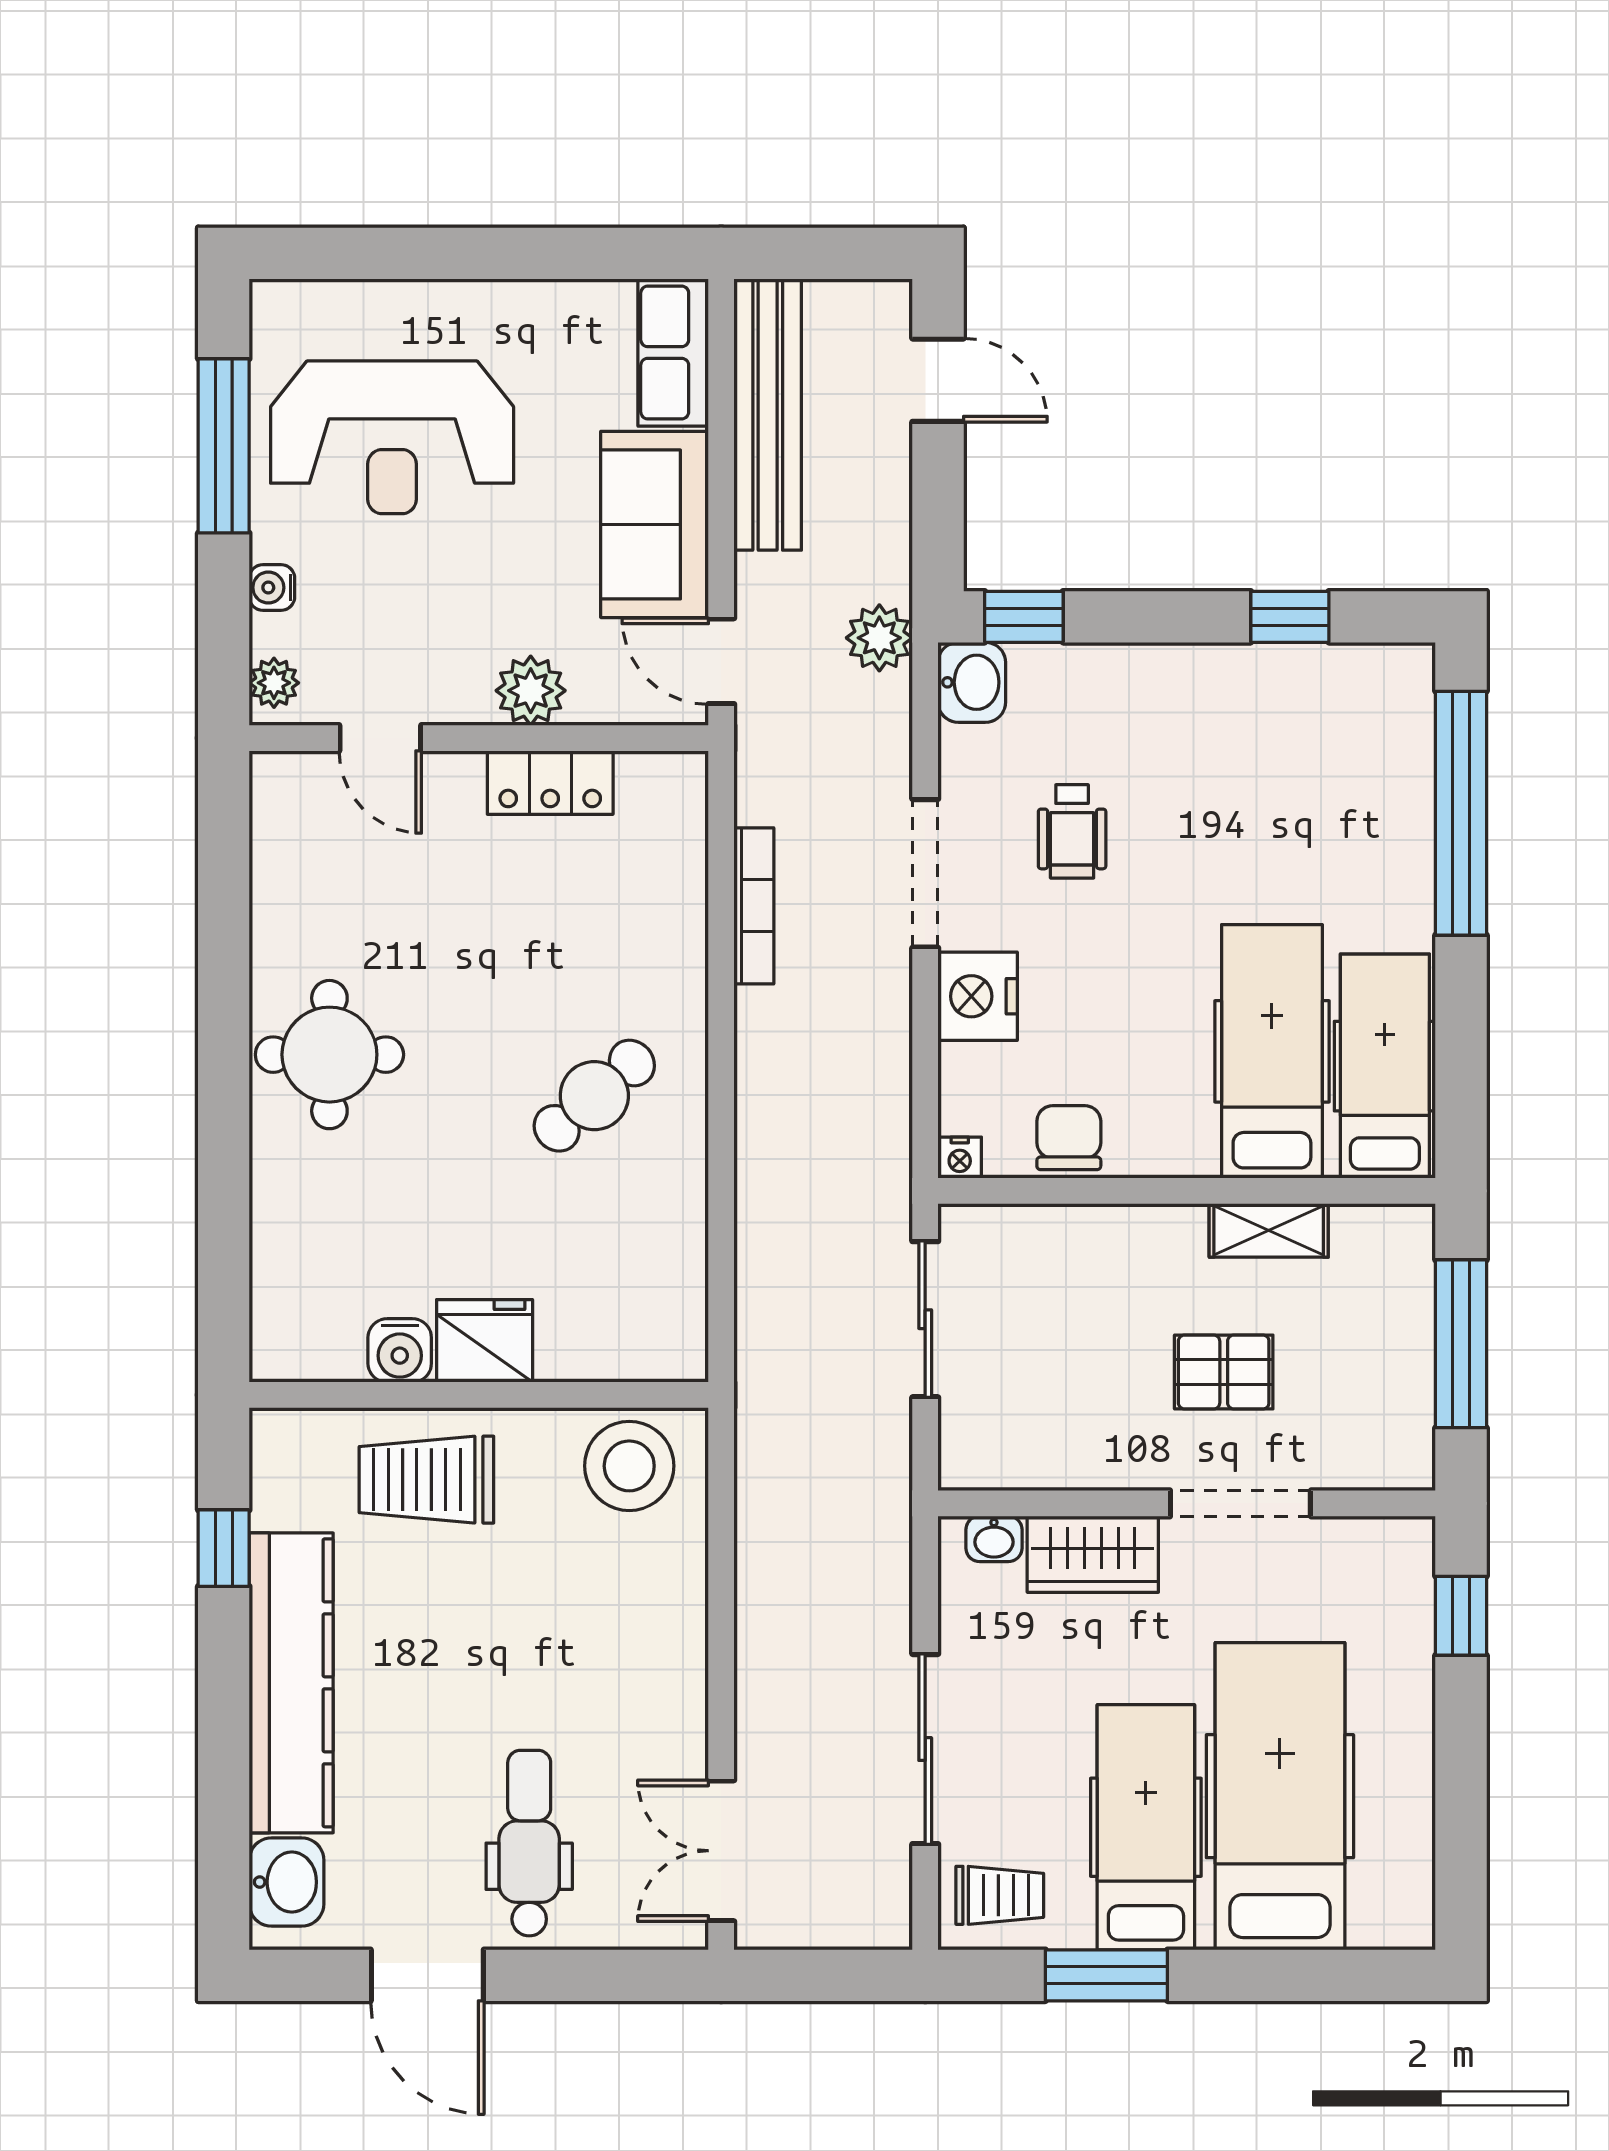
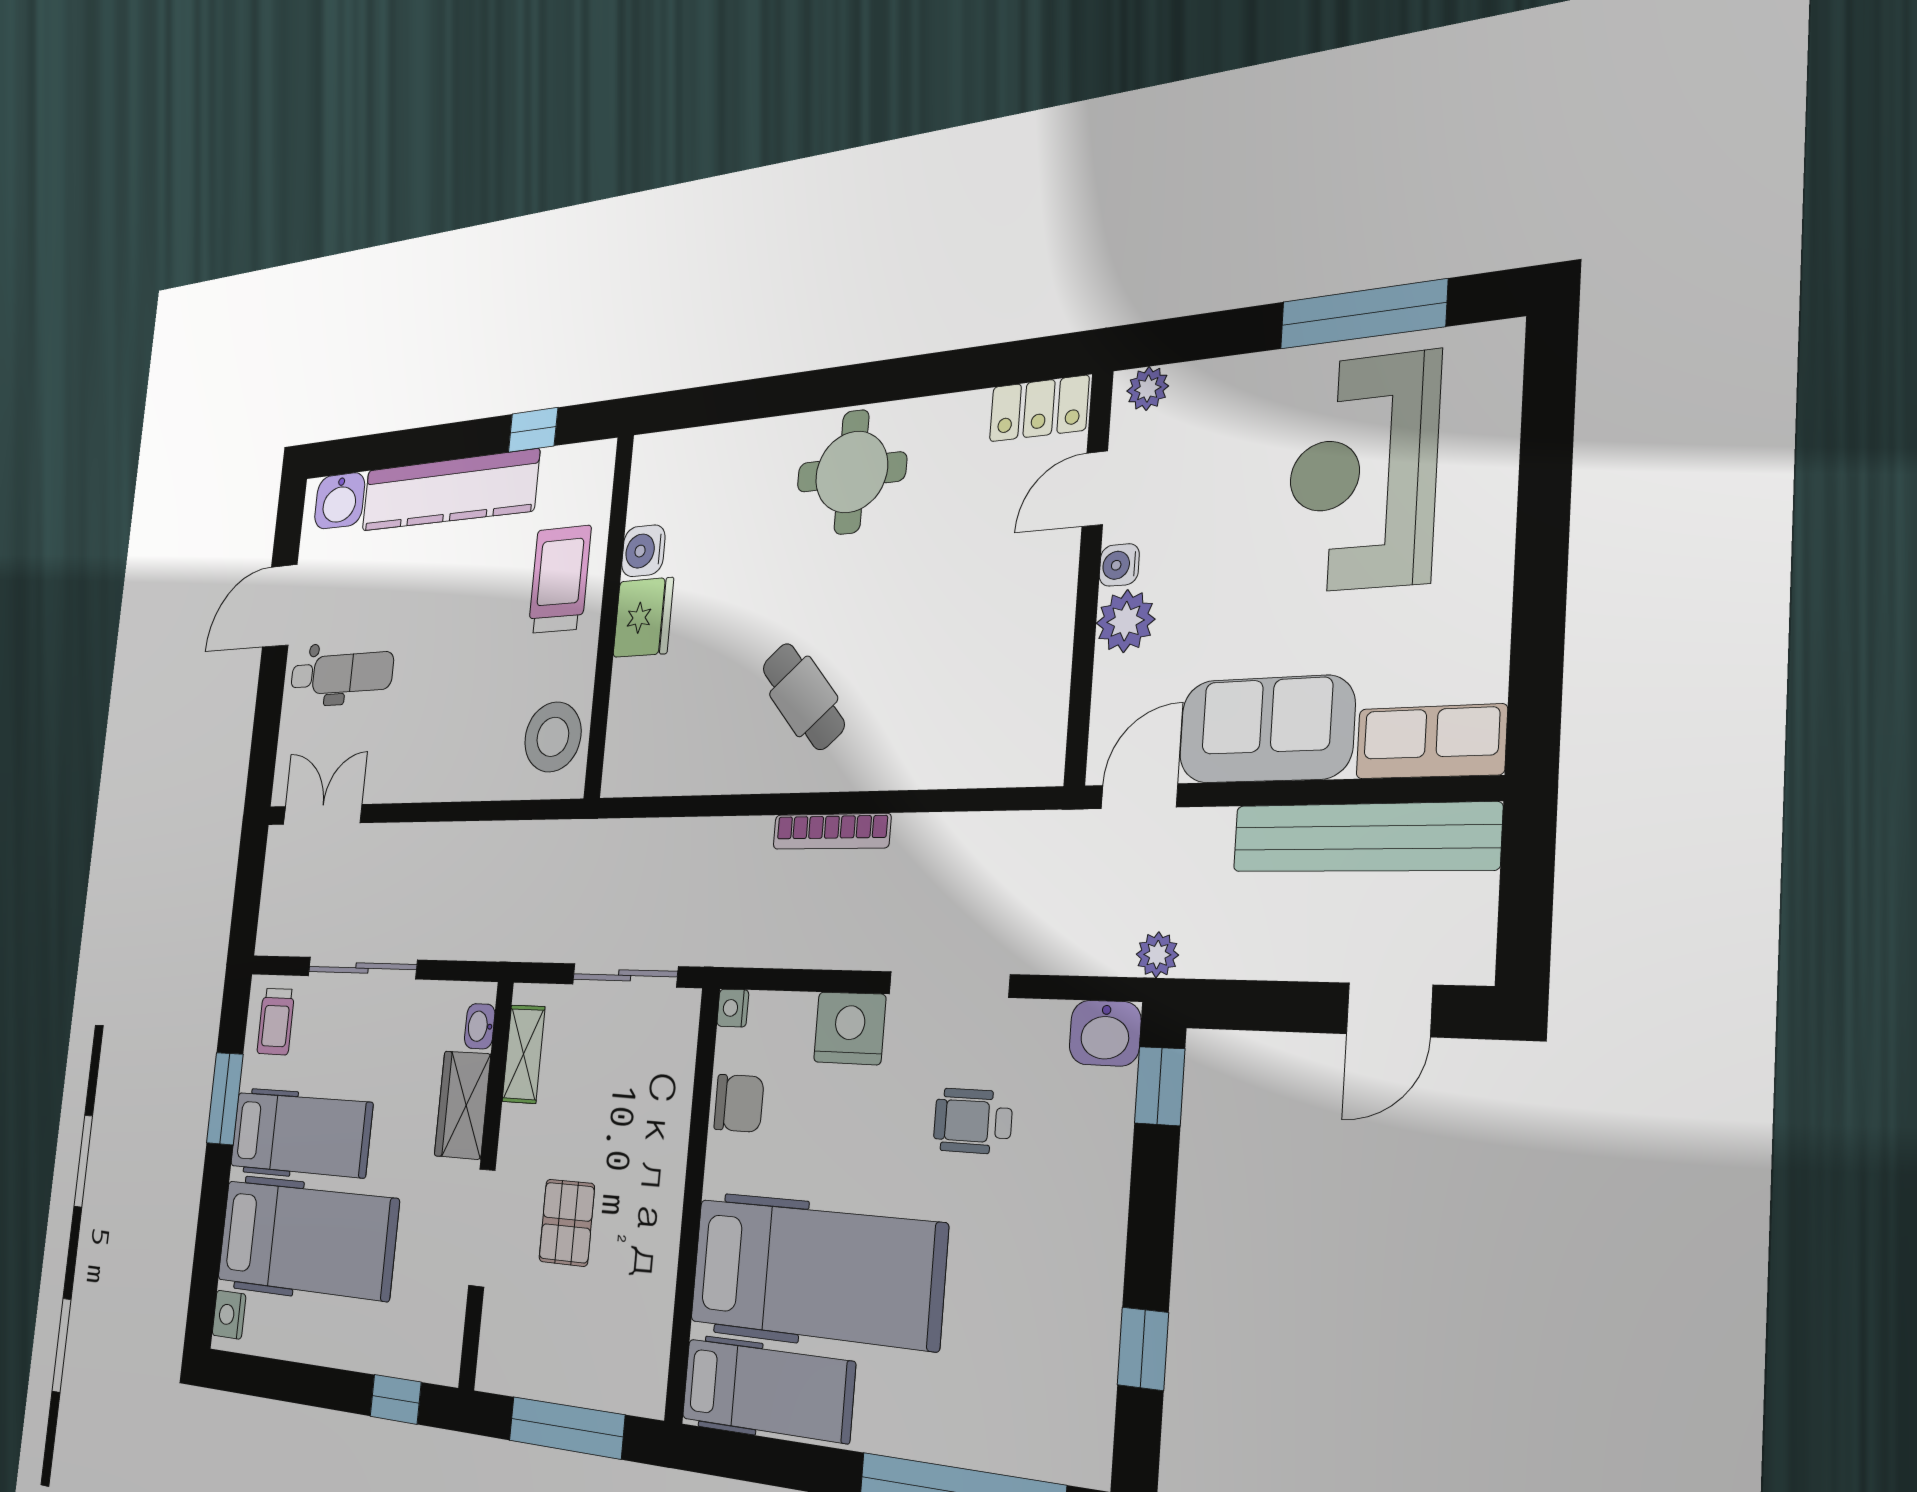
water cooler: (272, 588) -> (1119, 565), moved, turned -90
plant: (879, 638) -> (1157, 955), width x0.73, depth x0.73
locker: (550, 783) -> (1039, 409), moved, turned -90
bookcase: (754, 906) -> (832, 831), moved
hospital bed: (1272, 1051) -> (816, 1273), width x1.37, depth x1.29
shelving: (1269, 1230) -> (524, 1054), moved
nightstand: (1388, 1923) -> (229, 1315), added

